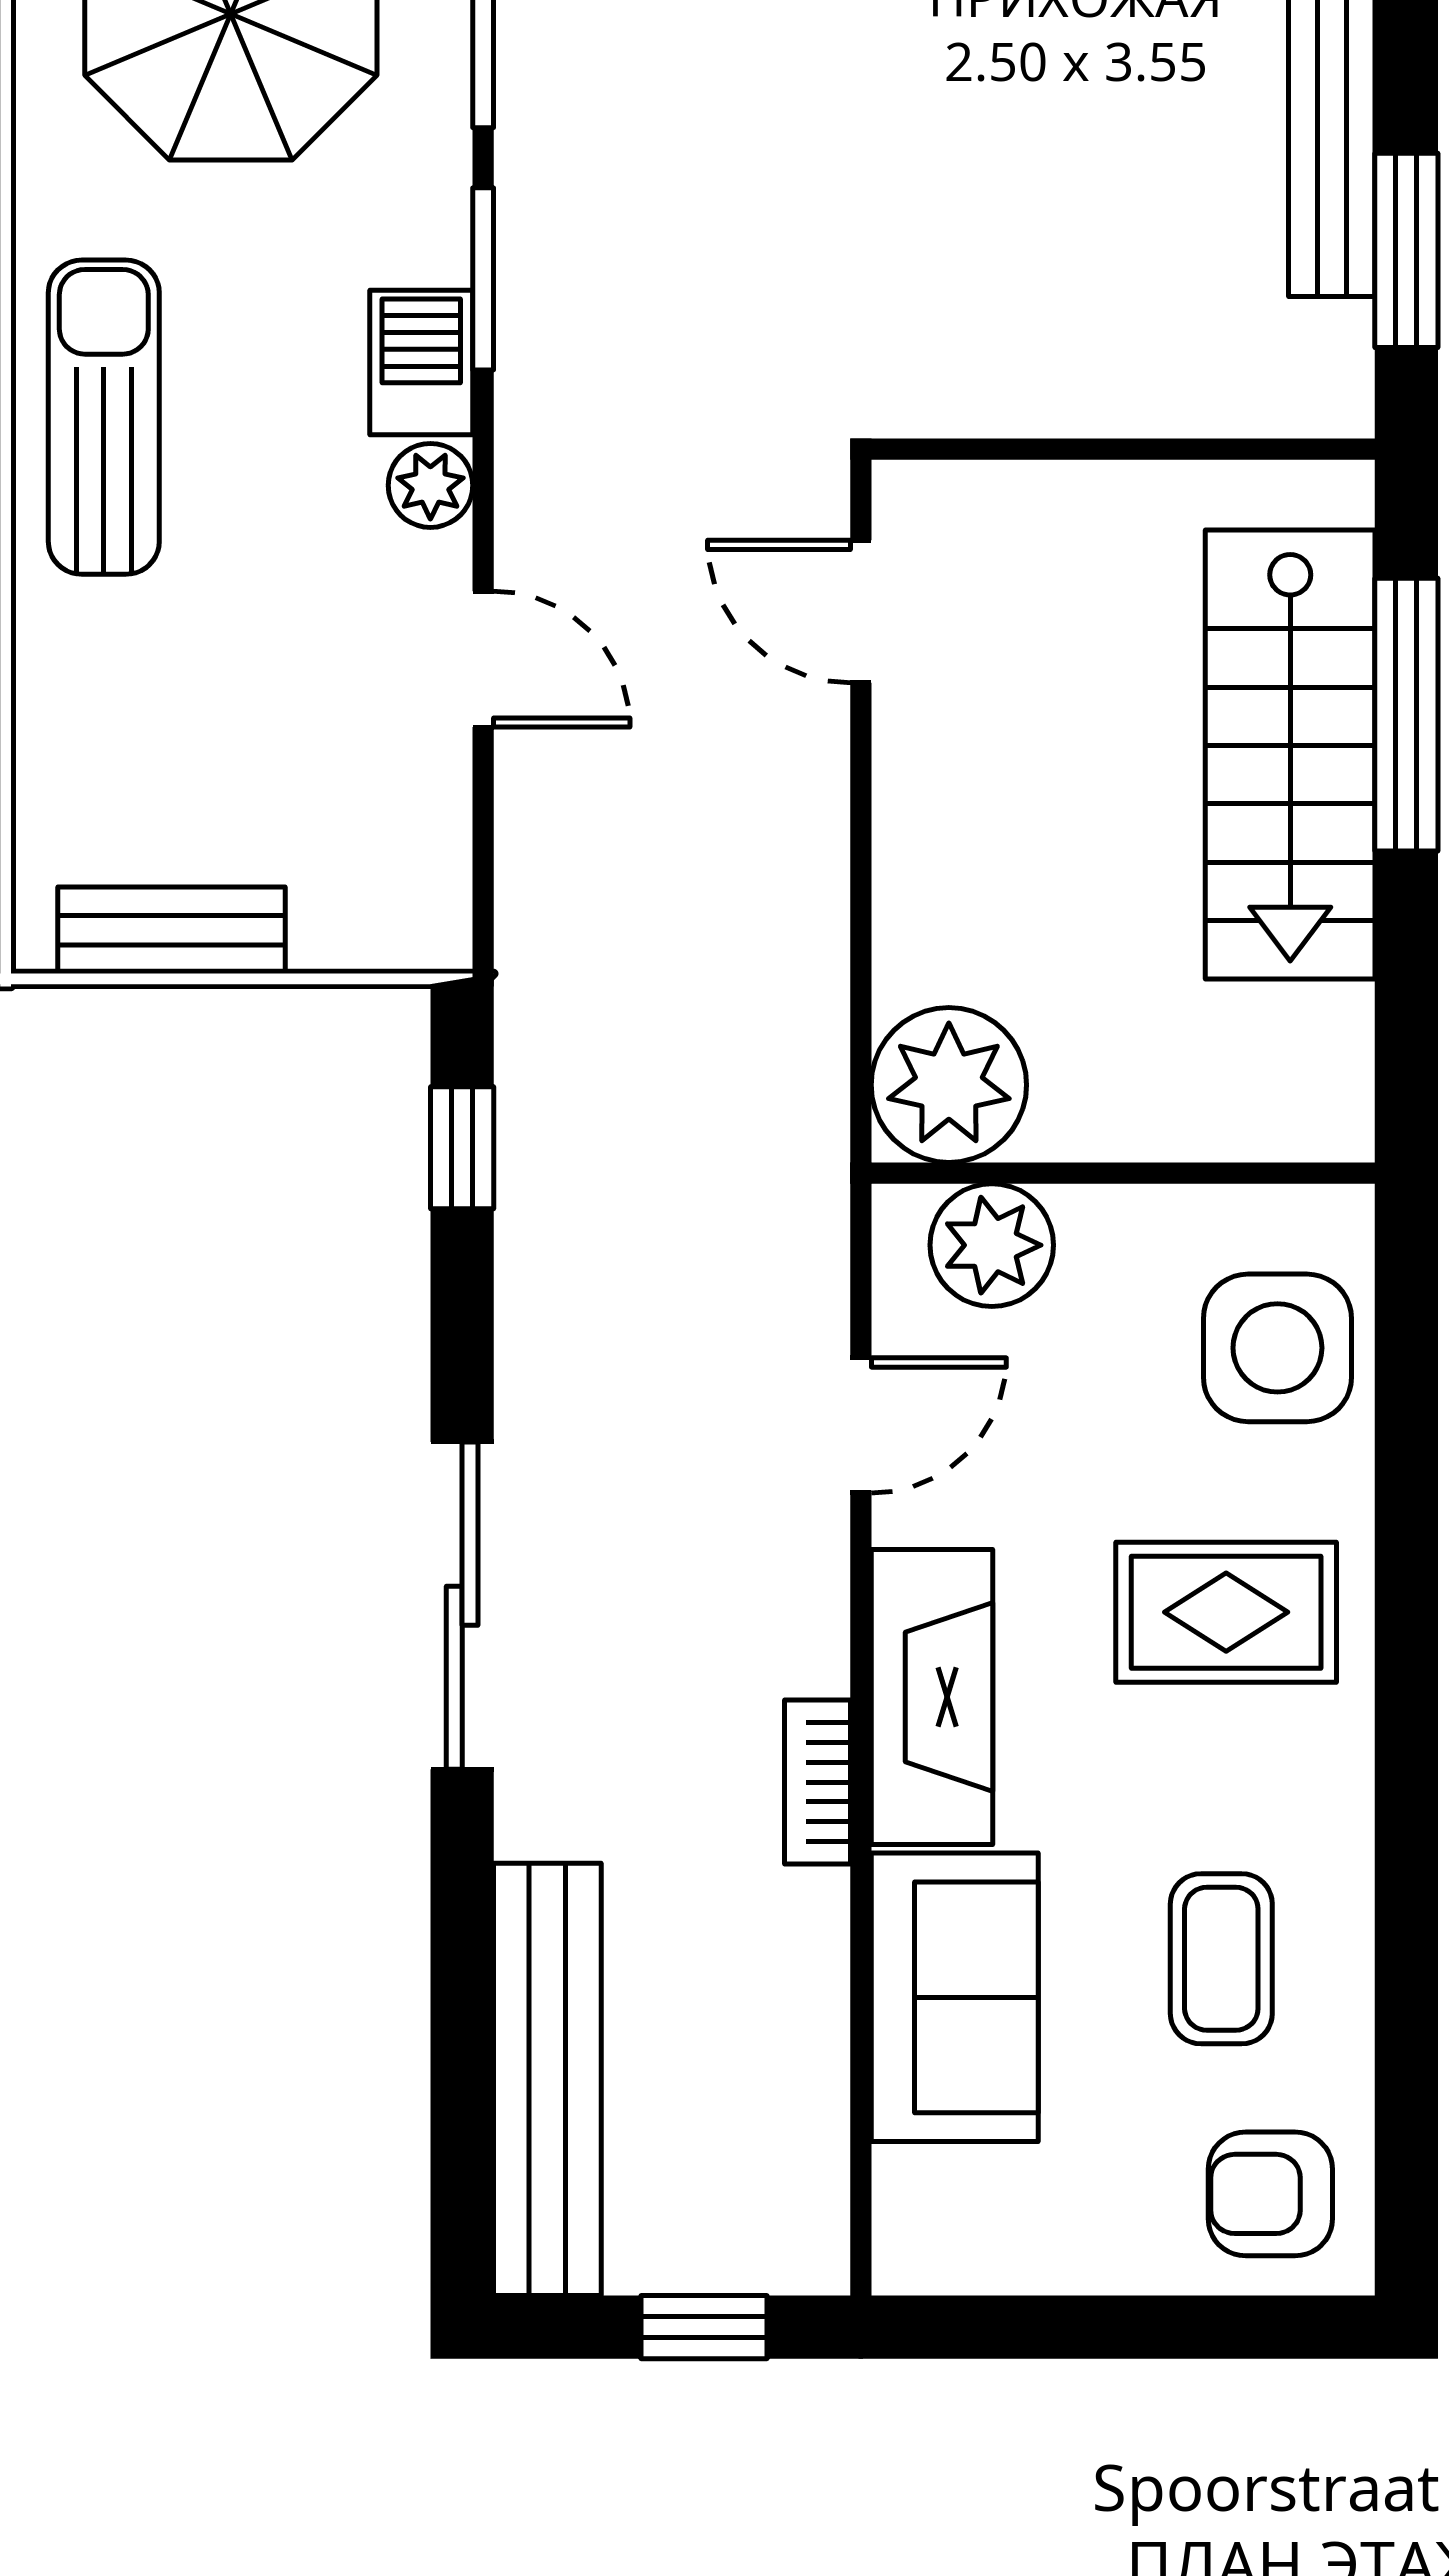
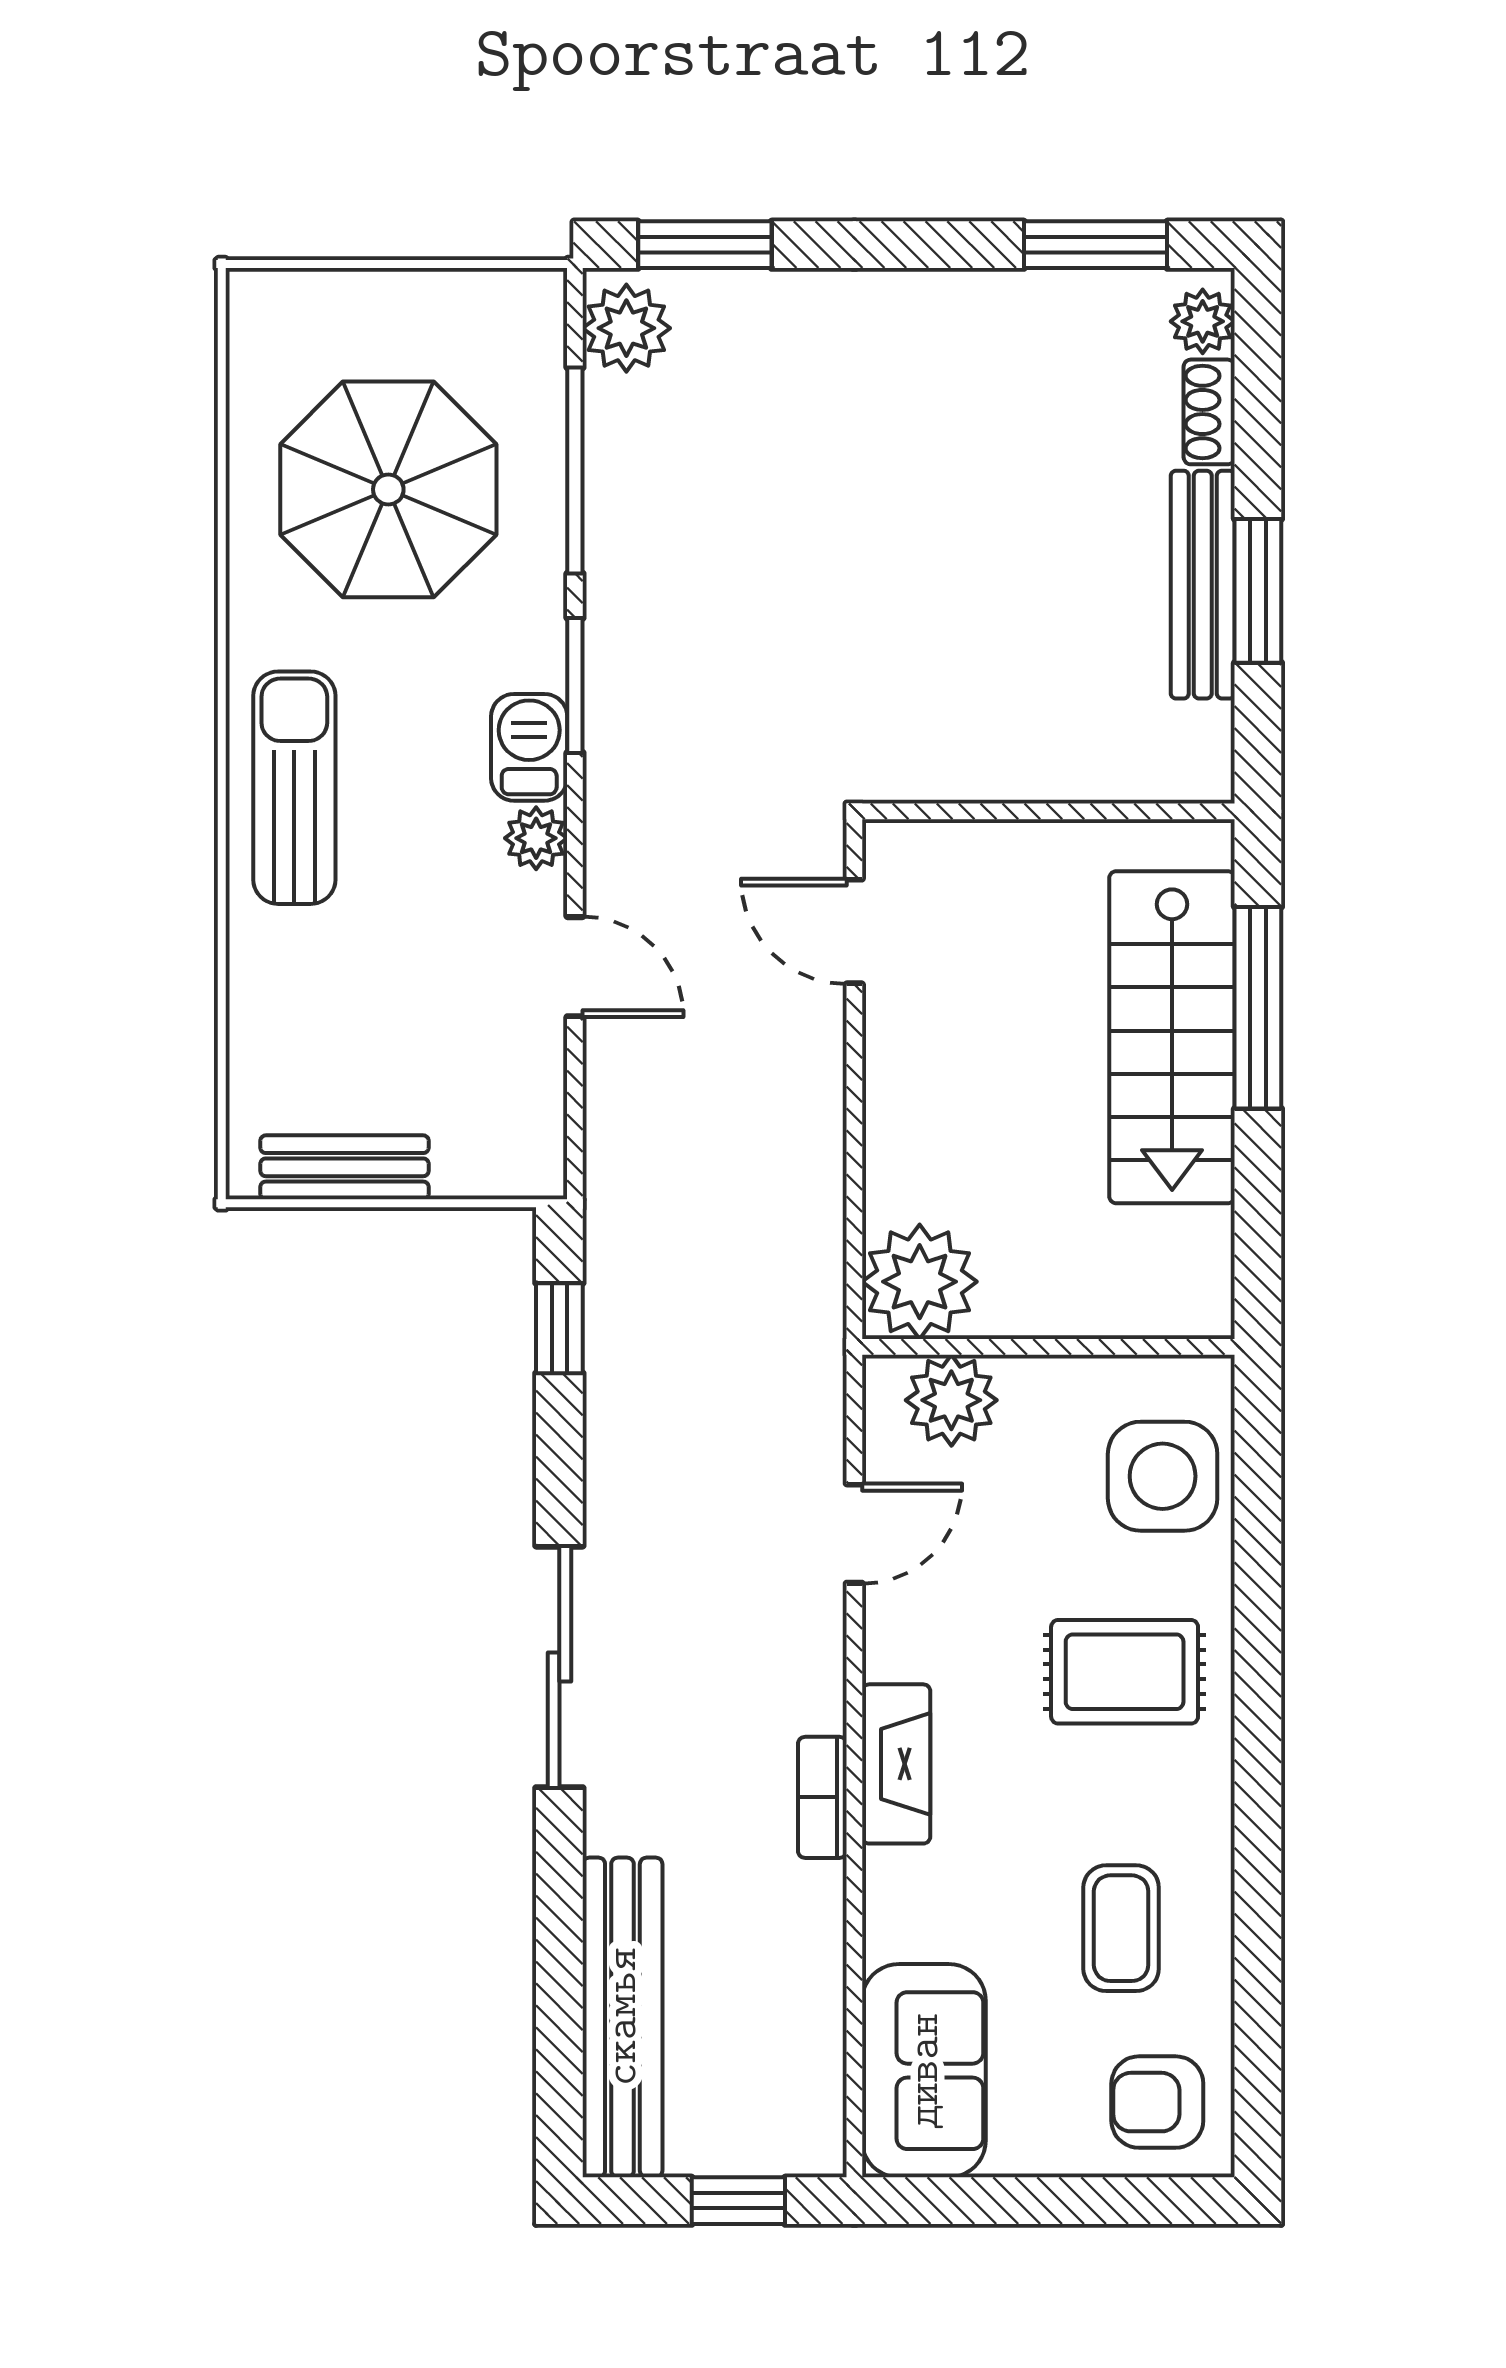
window: (1406, 250) -> (1258, 591), moved
fireplace: (932, 1697) -> (896, 1764), width x0.73, depth x0.76
sofa: (955, 1997) -> (924, 2071), moved

